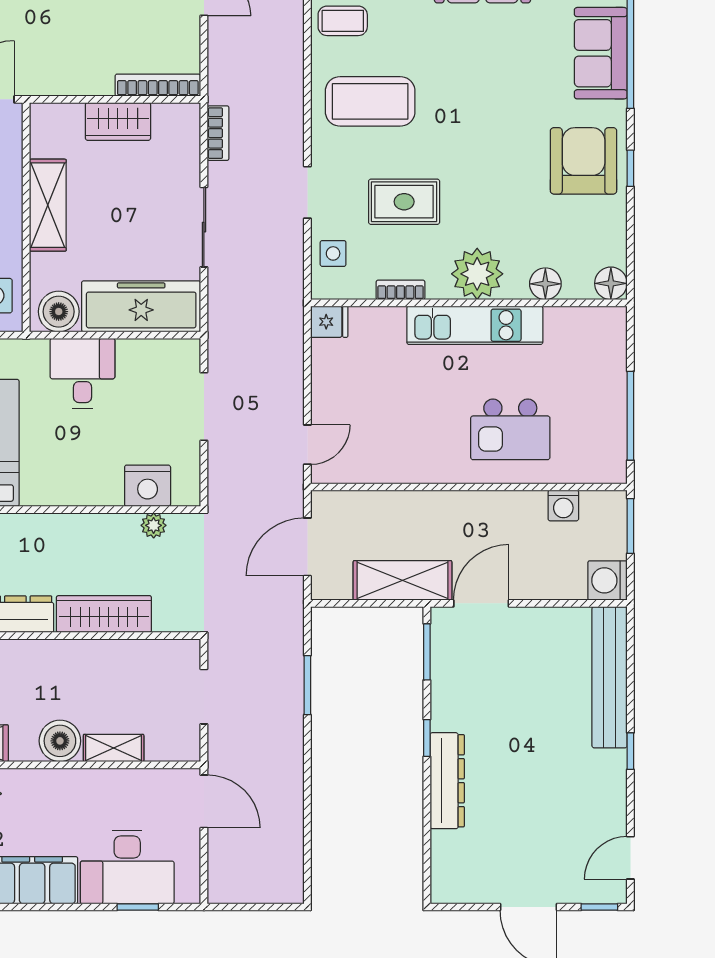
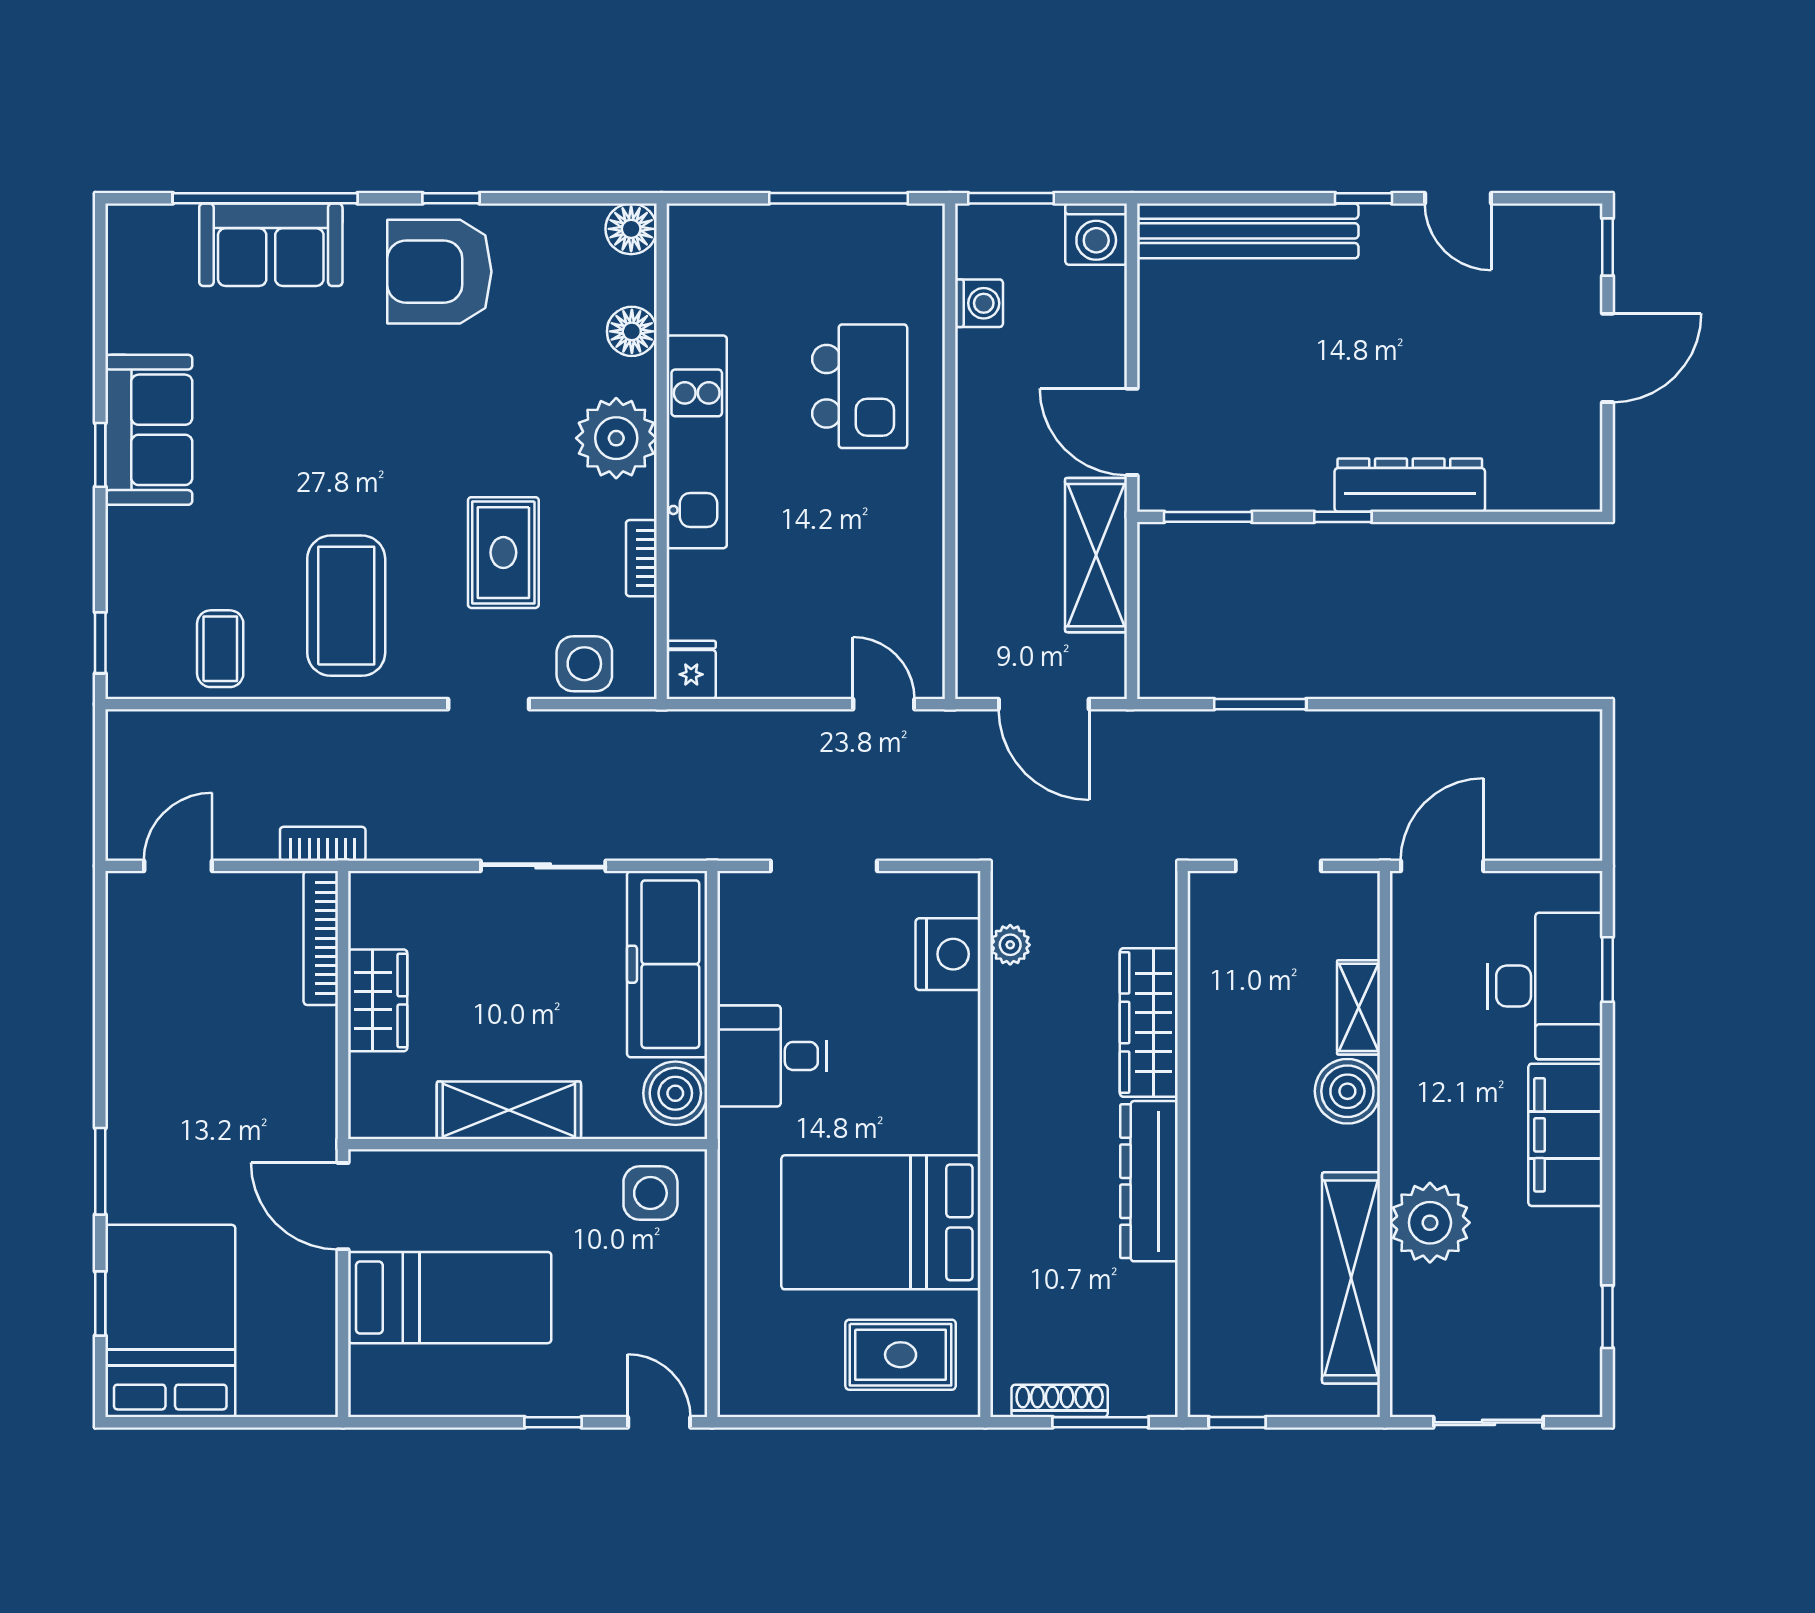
bookcase: (218, 133) -> (323, 844), moved
side table: (333, 253) -> (584, 664), width x1.37, depth x1.37
door: (630, 858) -> (1458, 198), moved

